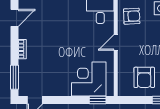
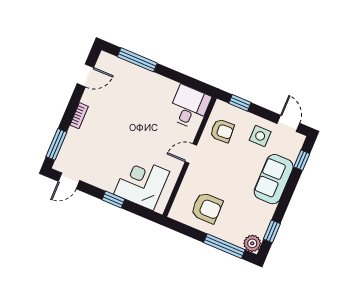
armchair: (144, 77) -> (207, 208), turned -90
window: (98, 100) -> (113, 200), moved

